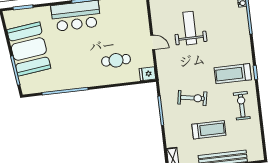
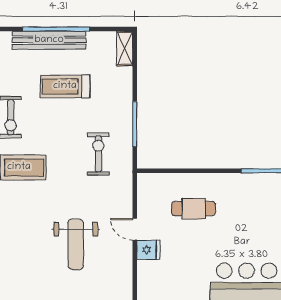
fridge: (147, 74) -> (148, 250), moved
exercise bike: (192, 98) -> (98, 154), moved, turned 80

